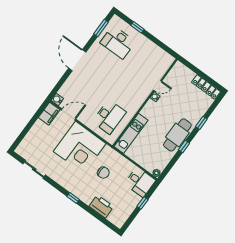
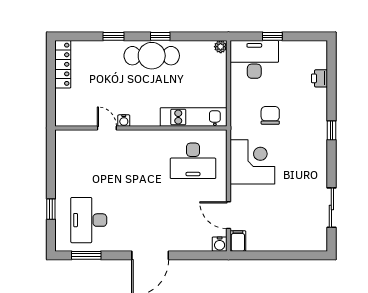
desk: (118, 42) -> (89, 220), turned 180
filing cabinet: (49, 114) -> (238, 241), width x0.50
desk: (109, 117) -> (193, 161), turned 180
corner desk: (80, 147) -> (252, 162), width x0.74, depth x0.74
desk: (140, 182) -> (254, 59), width x1.37
printer: (101, 206) -> (319, 78), width x0.53, depth x0.68

